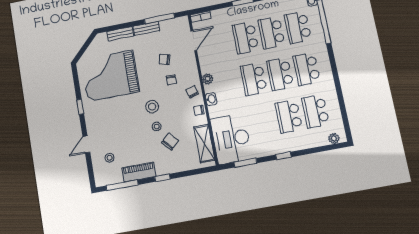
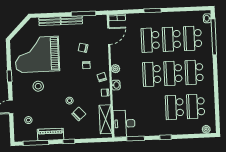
stool: (152, 107) -> (38, 86), moved
desk: (231, 139) -> (124, 124), width x0.73, depth x0.77

